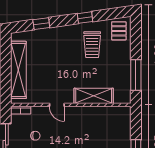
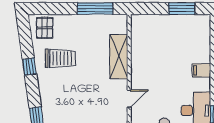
pallet: (119, 31) -> (45, 28), turned 90

